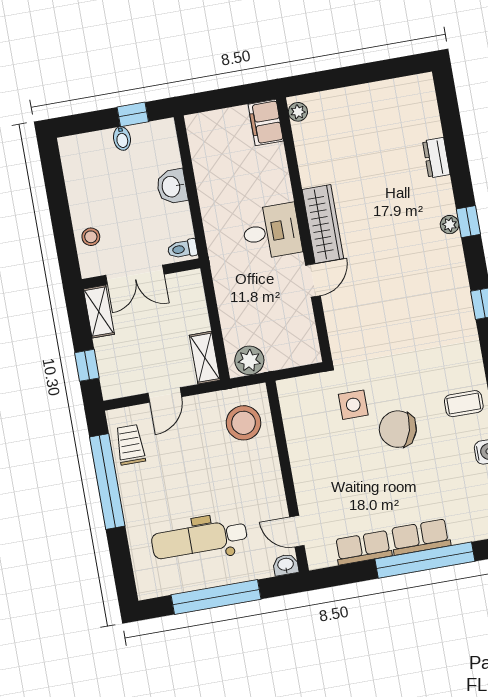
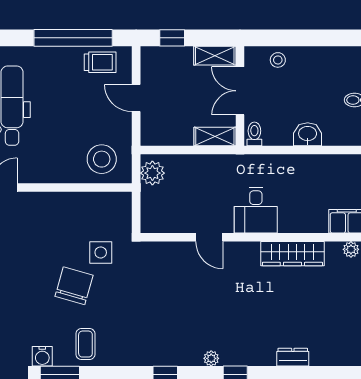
wardrobe: (323, 224) -> (292, 254), moved
plant: (450, 225) -> (211, 358), moved
shelving: (205, 358) -> (215, 137), moved

